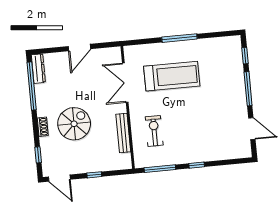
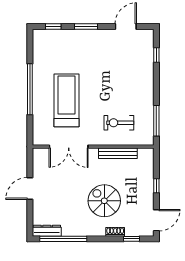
window: (179, 38) -> (30, 89), width x1.46
door: (79, 48) -> (30, 188), swing flipped
window: (248, 89) -> (86, 27), width x0.69
shoe rack: (43, 127) -> (115, 232), moved
window: (197, 165) -> (156, 55), moved

